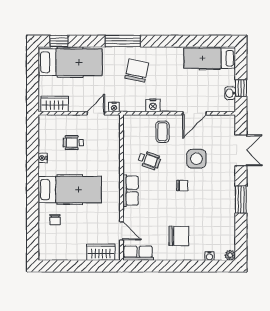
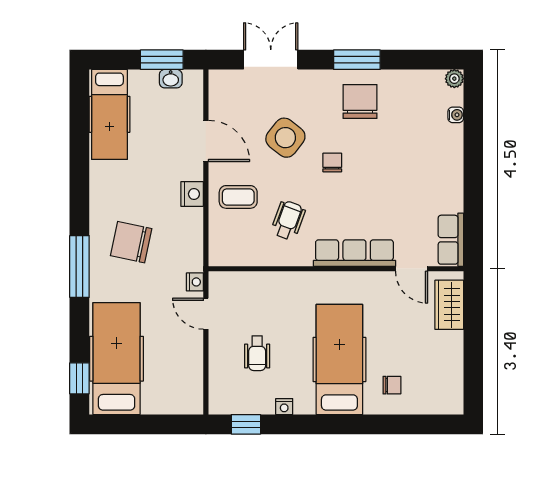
window: (241, 88) -> (162, 60), width x1.50
wardrobe: (55, 104) -> (190, 386), removed
nightstand: (153, 105) -> (192, 194), moved
window: (33, 136) -> (246, 424), added
side table: (196, 159) -> (285, 138), turned 38
row of seats: (130, 191) -> (354, 253), width x1.48
door: (122, 231) -> (412, 269), swing flipped
chair: (179, 236) -> (360, 102), moved

